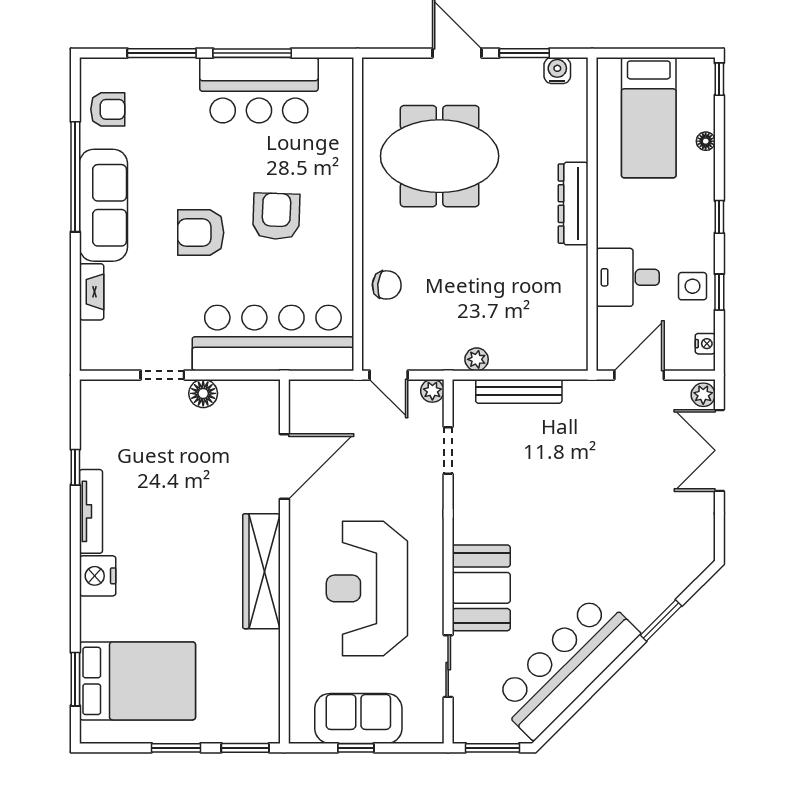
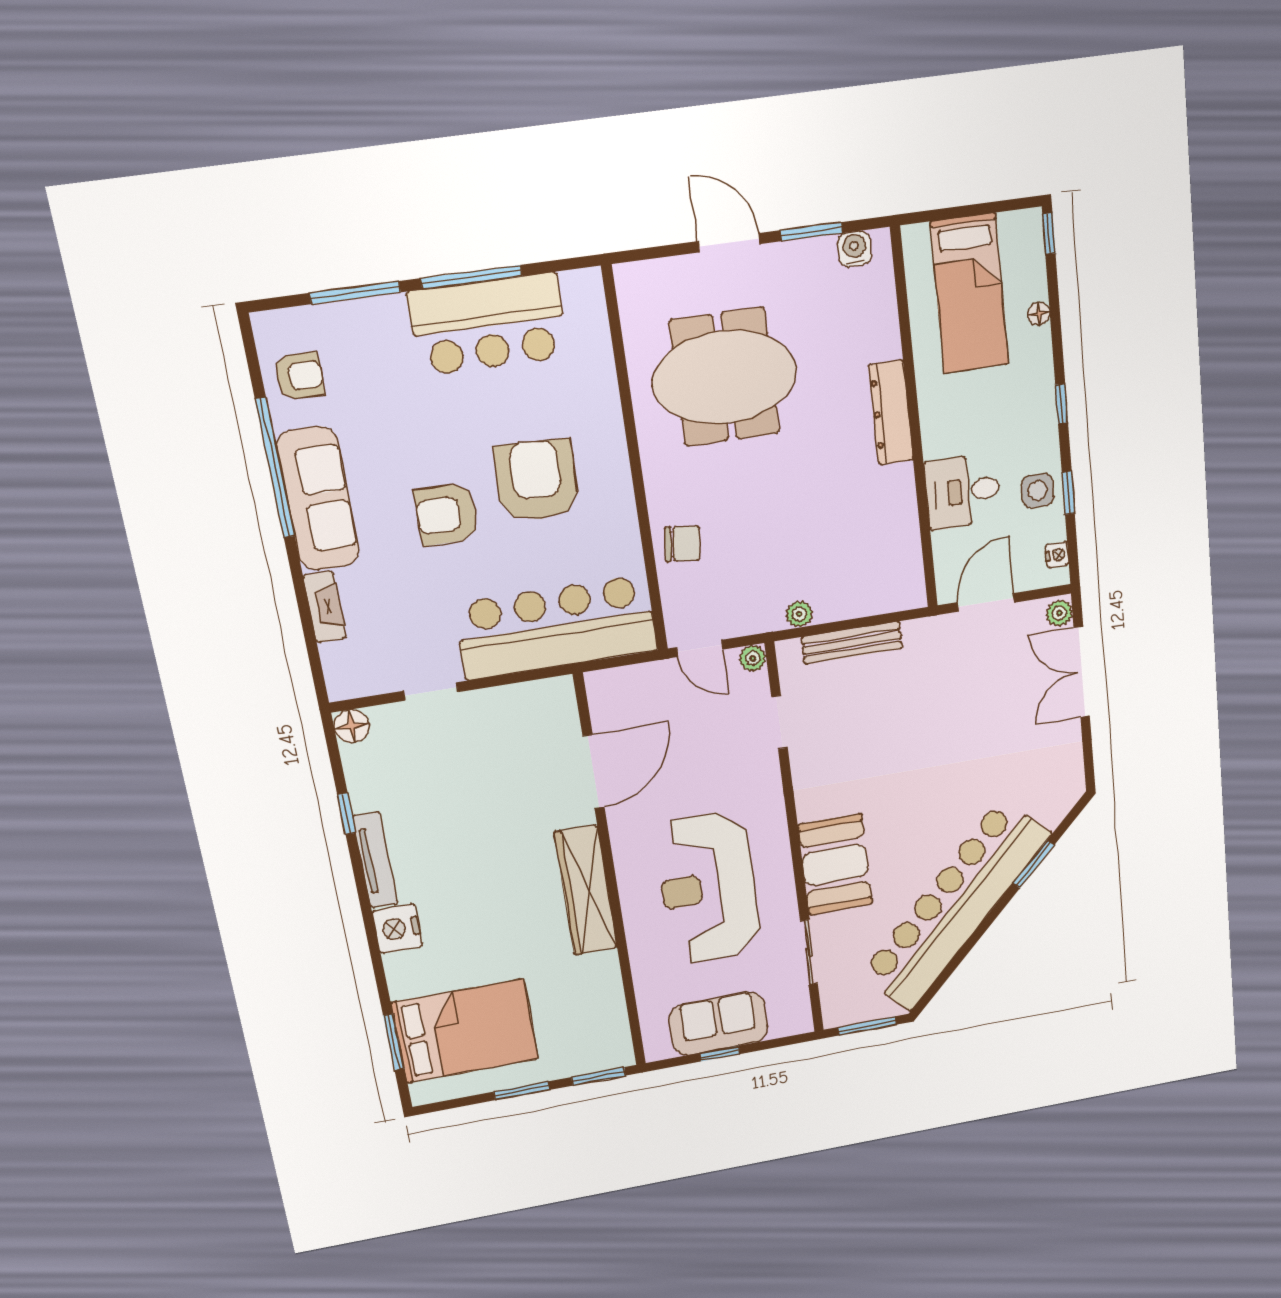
armchair: (276, 216) -> (536, 481), width x1.36, depth x1.36
floor lamp: (203, 393) -> (352, 726), moved
bar counter: (566, 666) -> (955, 905), width x1.36

